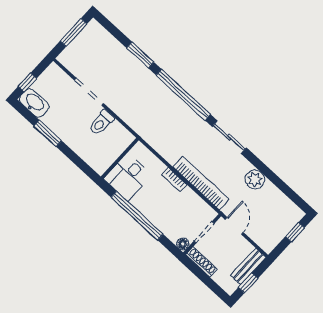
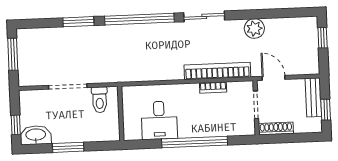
wall: (120, 158) -> (121, 113), moved
bookcase: (174, 180) -> (213, 87), moved
floor lamp: (183, 244) -> (249, 129), removed

